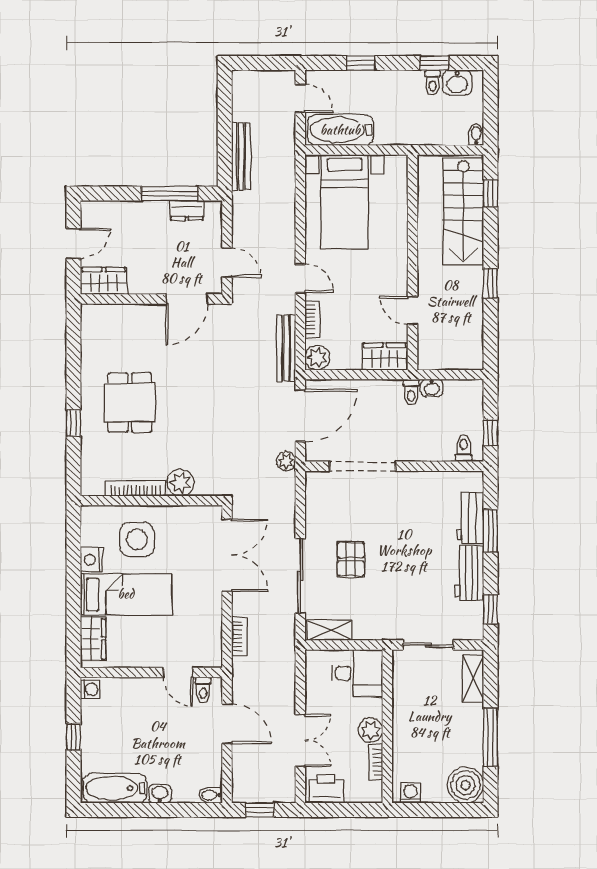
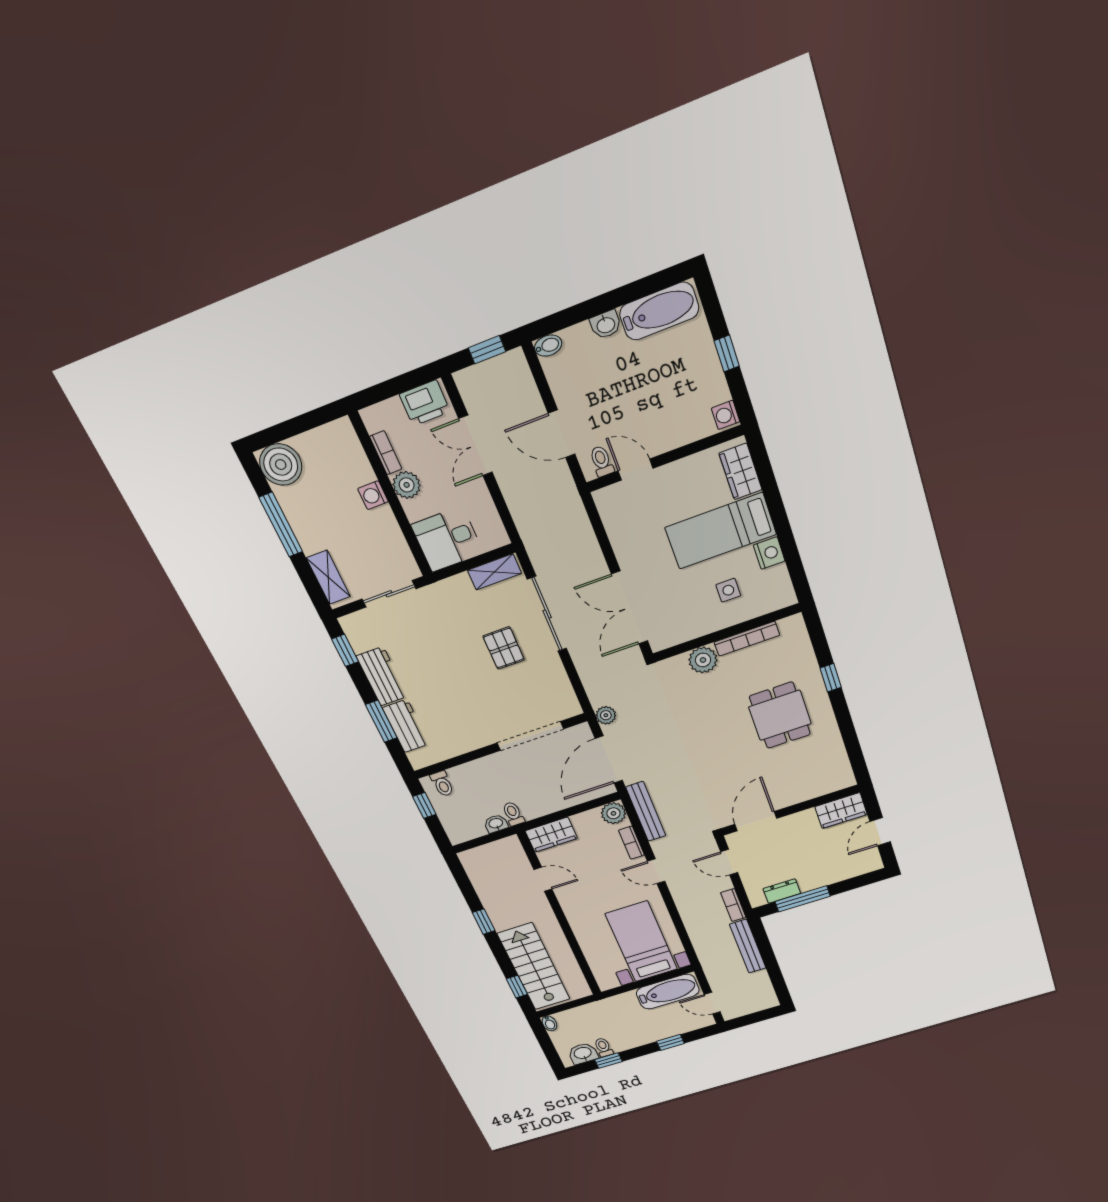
side table: (137, 539) -> (728, 590), width x0.54, depth x0.54
bookcase: (239, 636) -> (733, 905), moved
washing machine: (410, 793) -> (373, 495), moved, turned 90

